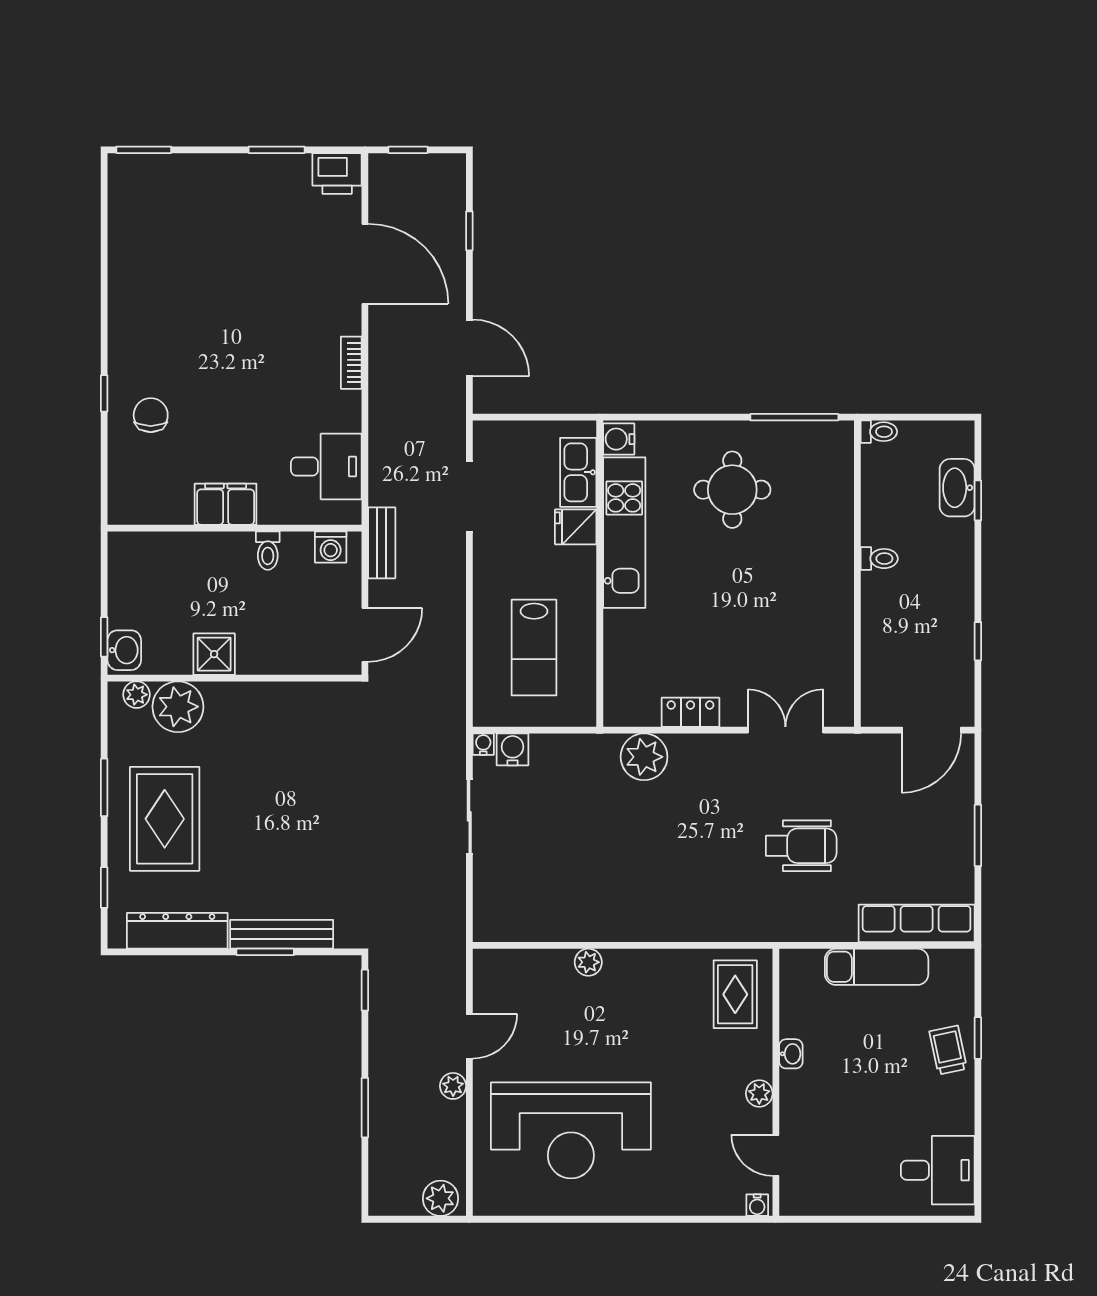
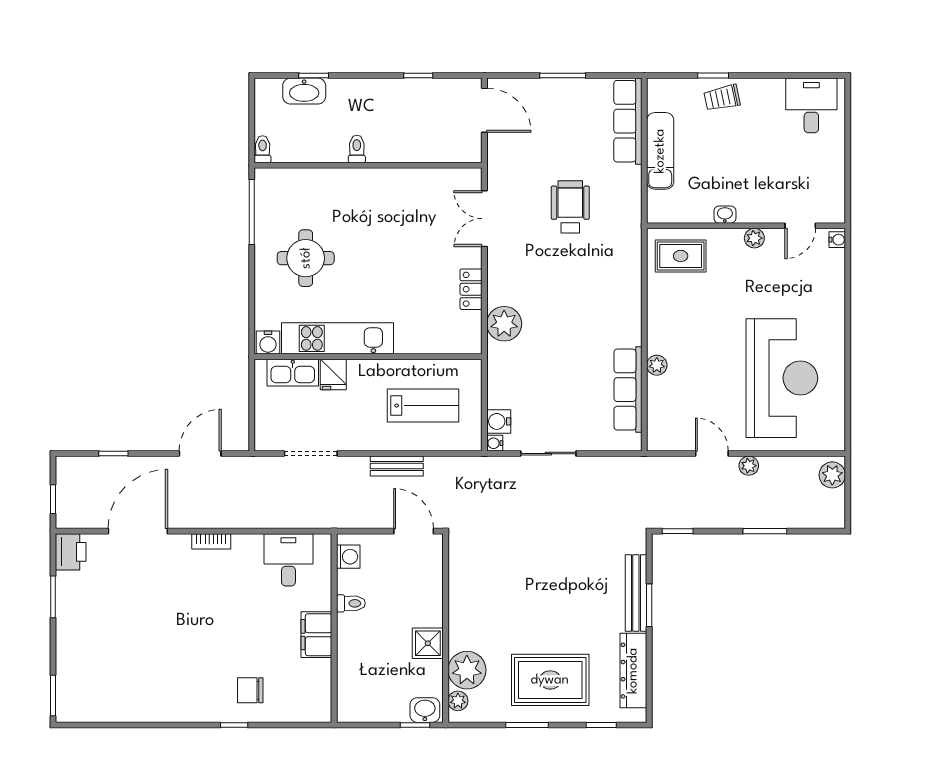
bench: (382, 543) -> (397, 466), moved
row of seats: (555, 923) -> (628, 390), added

